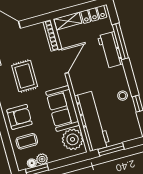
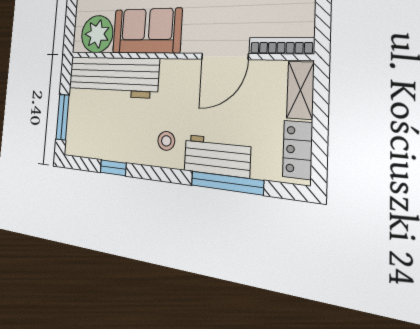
door: (63, 61) -> (225, 56), hinge flipped
stool: (123, 96) -> (166, 141), moved
window: (111, 149) -> (63, 117), moved

